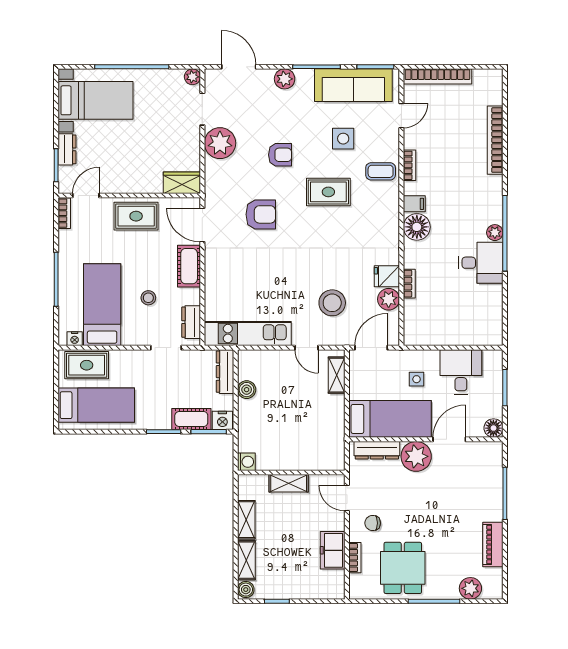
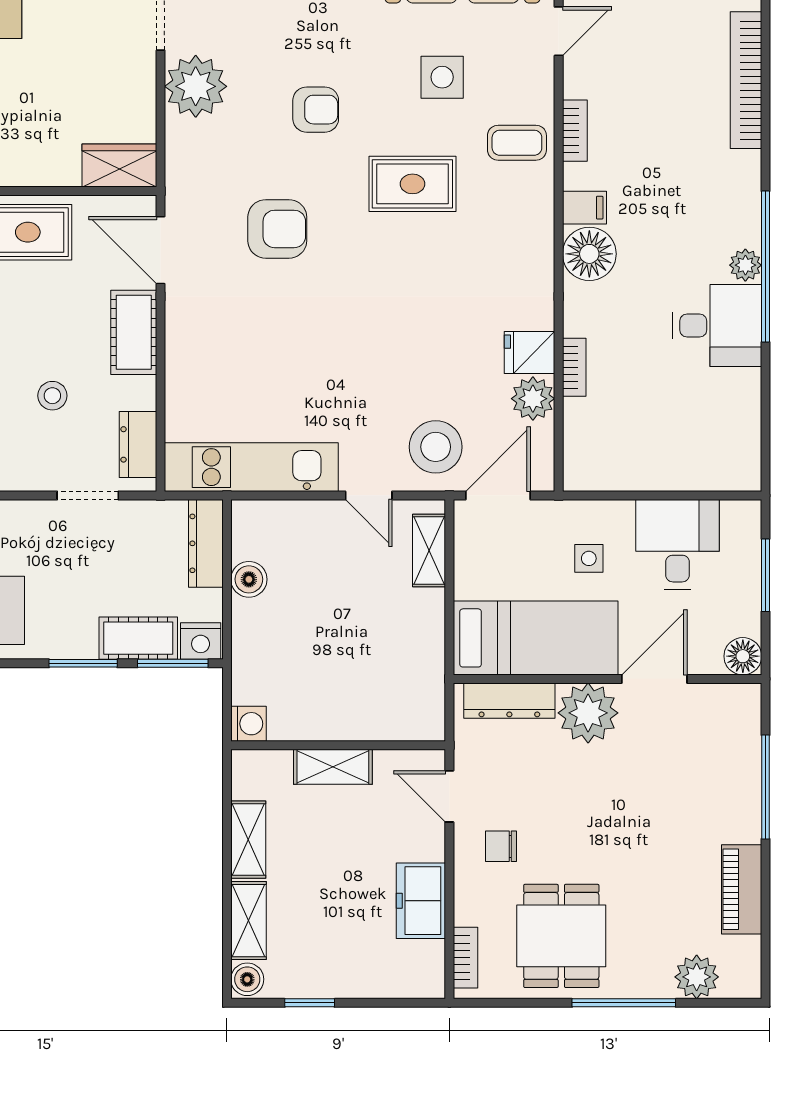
stool: (332, 303) -> (436, 447), moved
bookcase: (355, 558) -> (465, 958), moved

